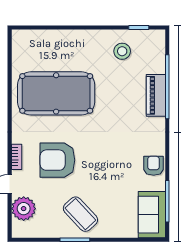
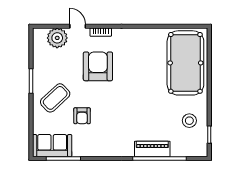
pool table: (56, 93) -> (185, 63), moved
armchair: (154, 166) -> (82, 116), moved, turned 90
coffee table: (80, 214) -> (55, 98), moved

